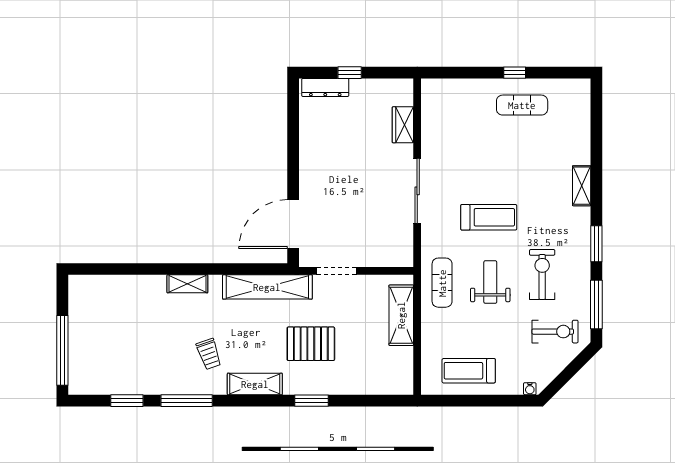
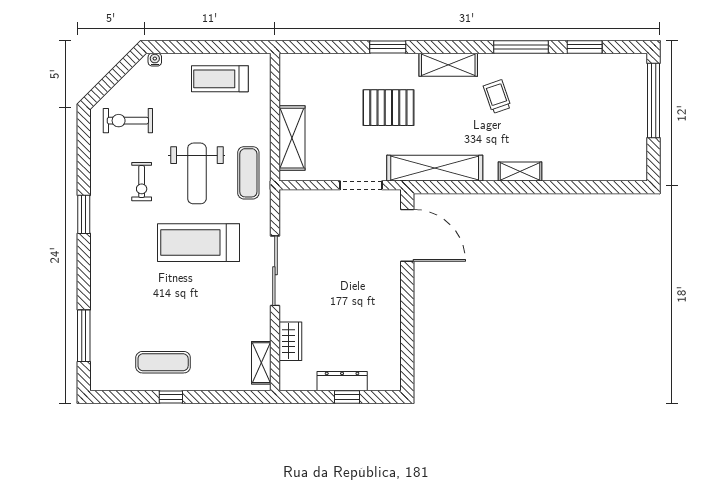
dresser: (325, 87) -> (342, 381), moved
shelving: (582, 186) -> (261, 363), moved
treadmill: (489, 217) -> (199, 243), width x1.37, depth x1.38
door: (293, 224) -> (407, 235), hinge flipped
exercise bike: (542, 274) -> (142, 182), width x0.73, depth x0.72
weight bench: (490, 282) -> (197, 173), width x1.36, depth x1.33
window: (596, 304) -> (84, 336), moved
treadmill: (469, 371) -> (220, 79), turned 180

